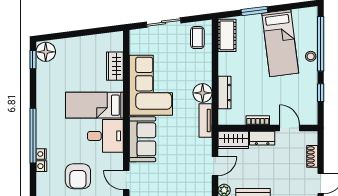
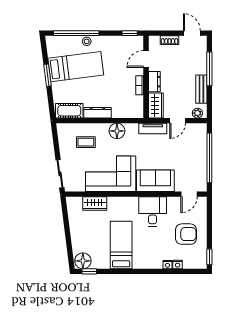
window: (254, 11) -> (47, 75), moved
sliding door: (164, 22) -> (60, 174), moved
coffee table: (197, 38) -> (86, 142), moved
dresser: (224, 93) -> (97, 113), moved
window: (321, 93) -> (130, 33), moved
bed: (94, 105) -> (121, 245), moved, turned 180
tv unit: (206, 120) -> (153, 128), moved
window: (33, 136) -> (152, 271), removed
door: (215, 166) -> (178, 121), swing flipped

